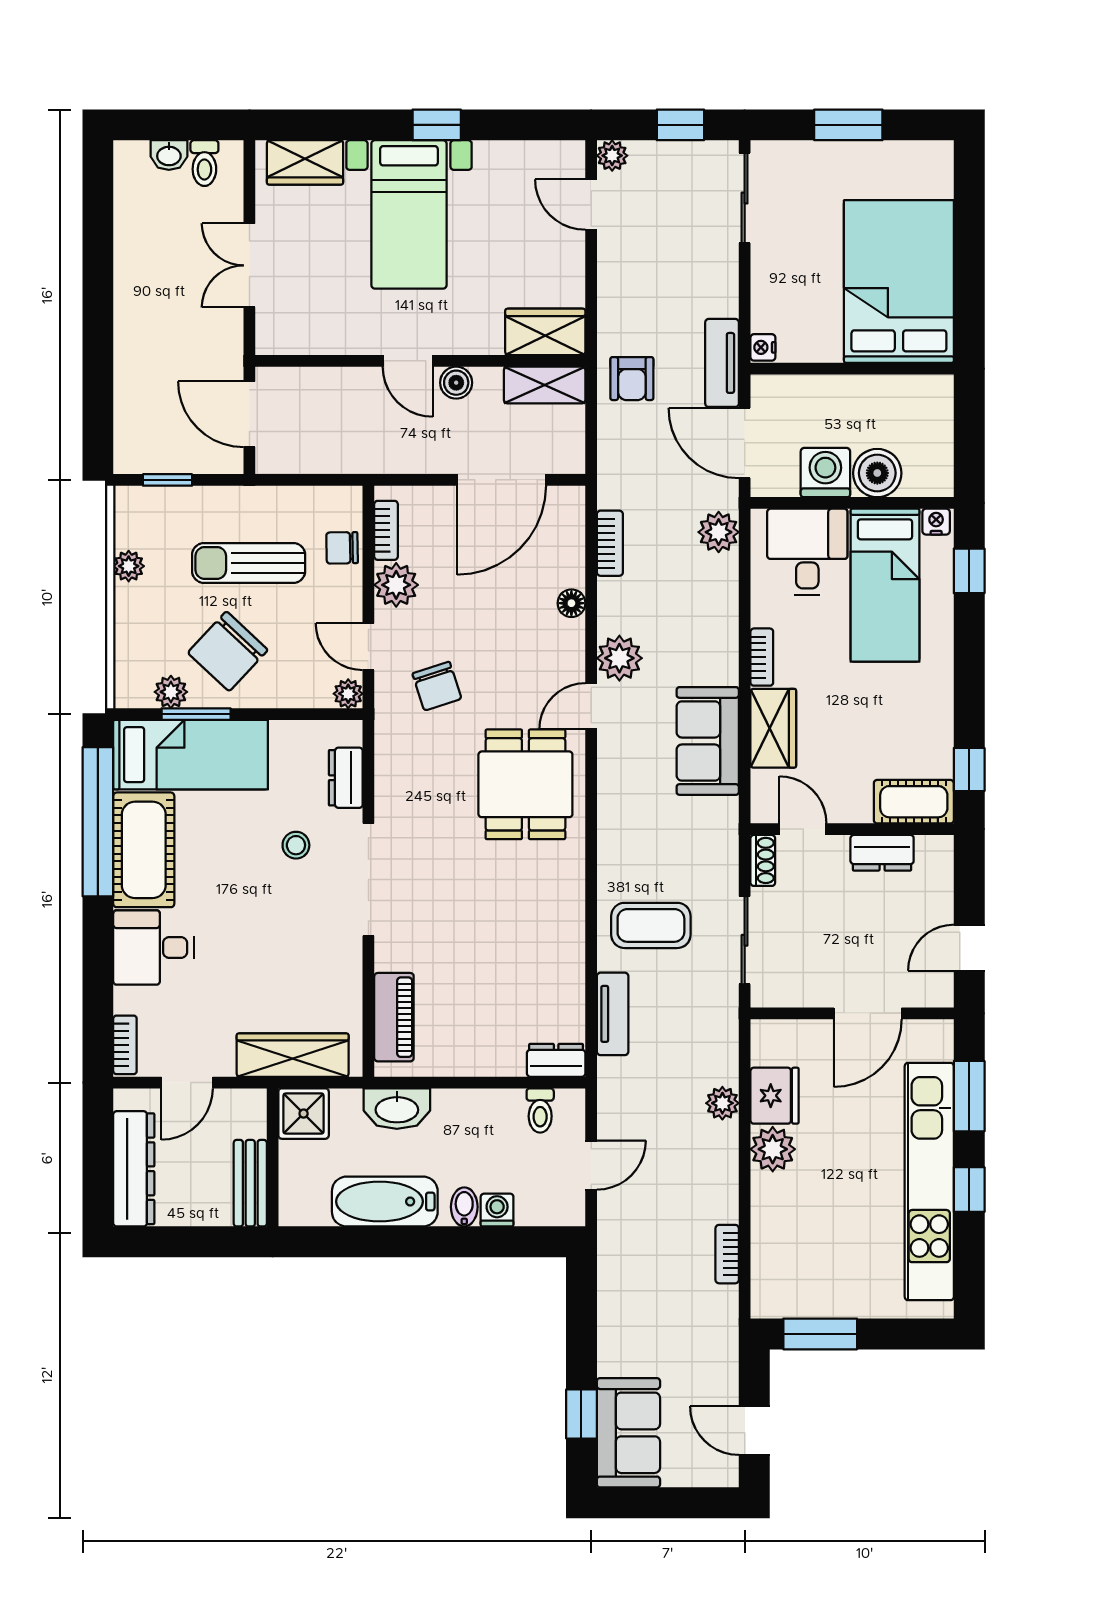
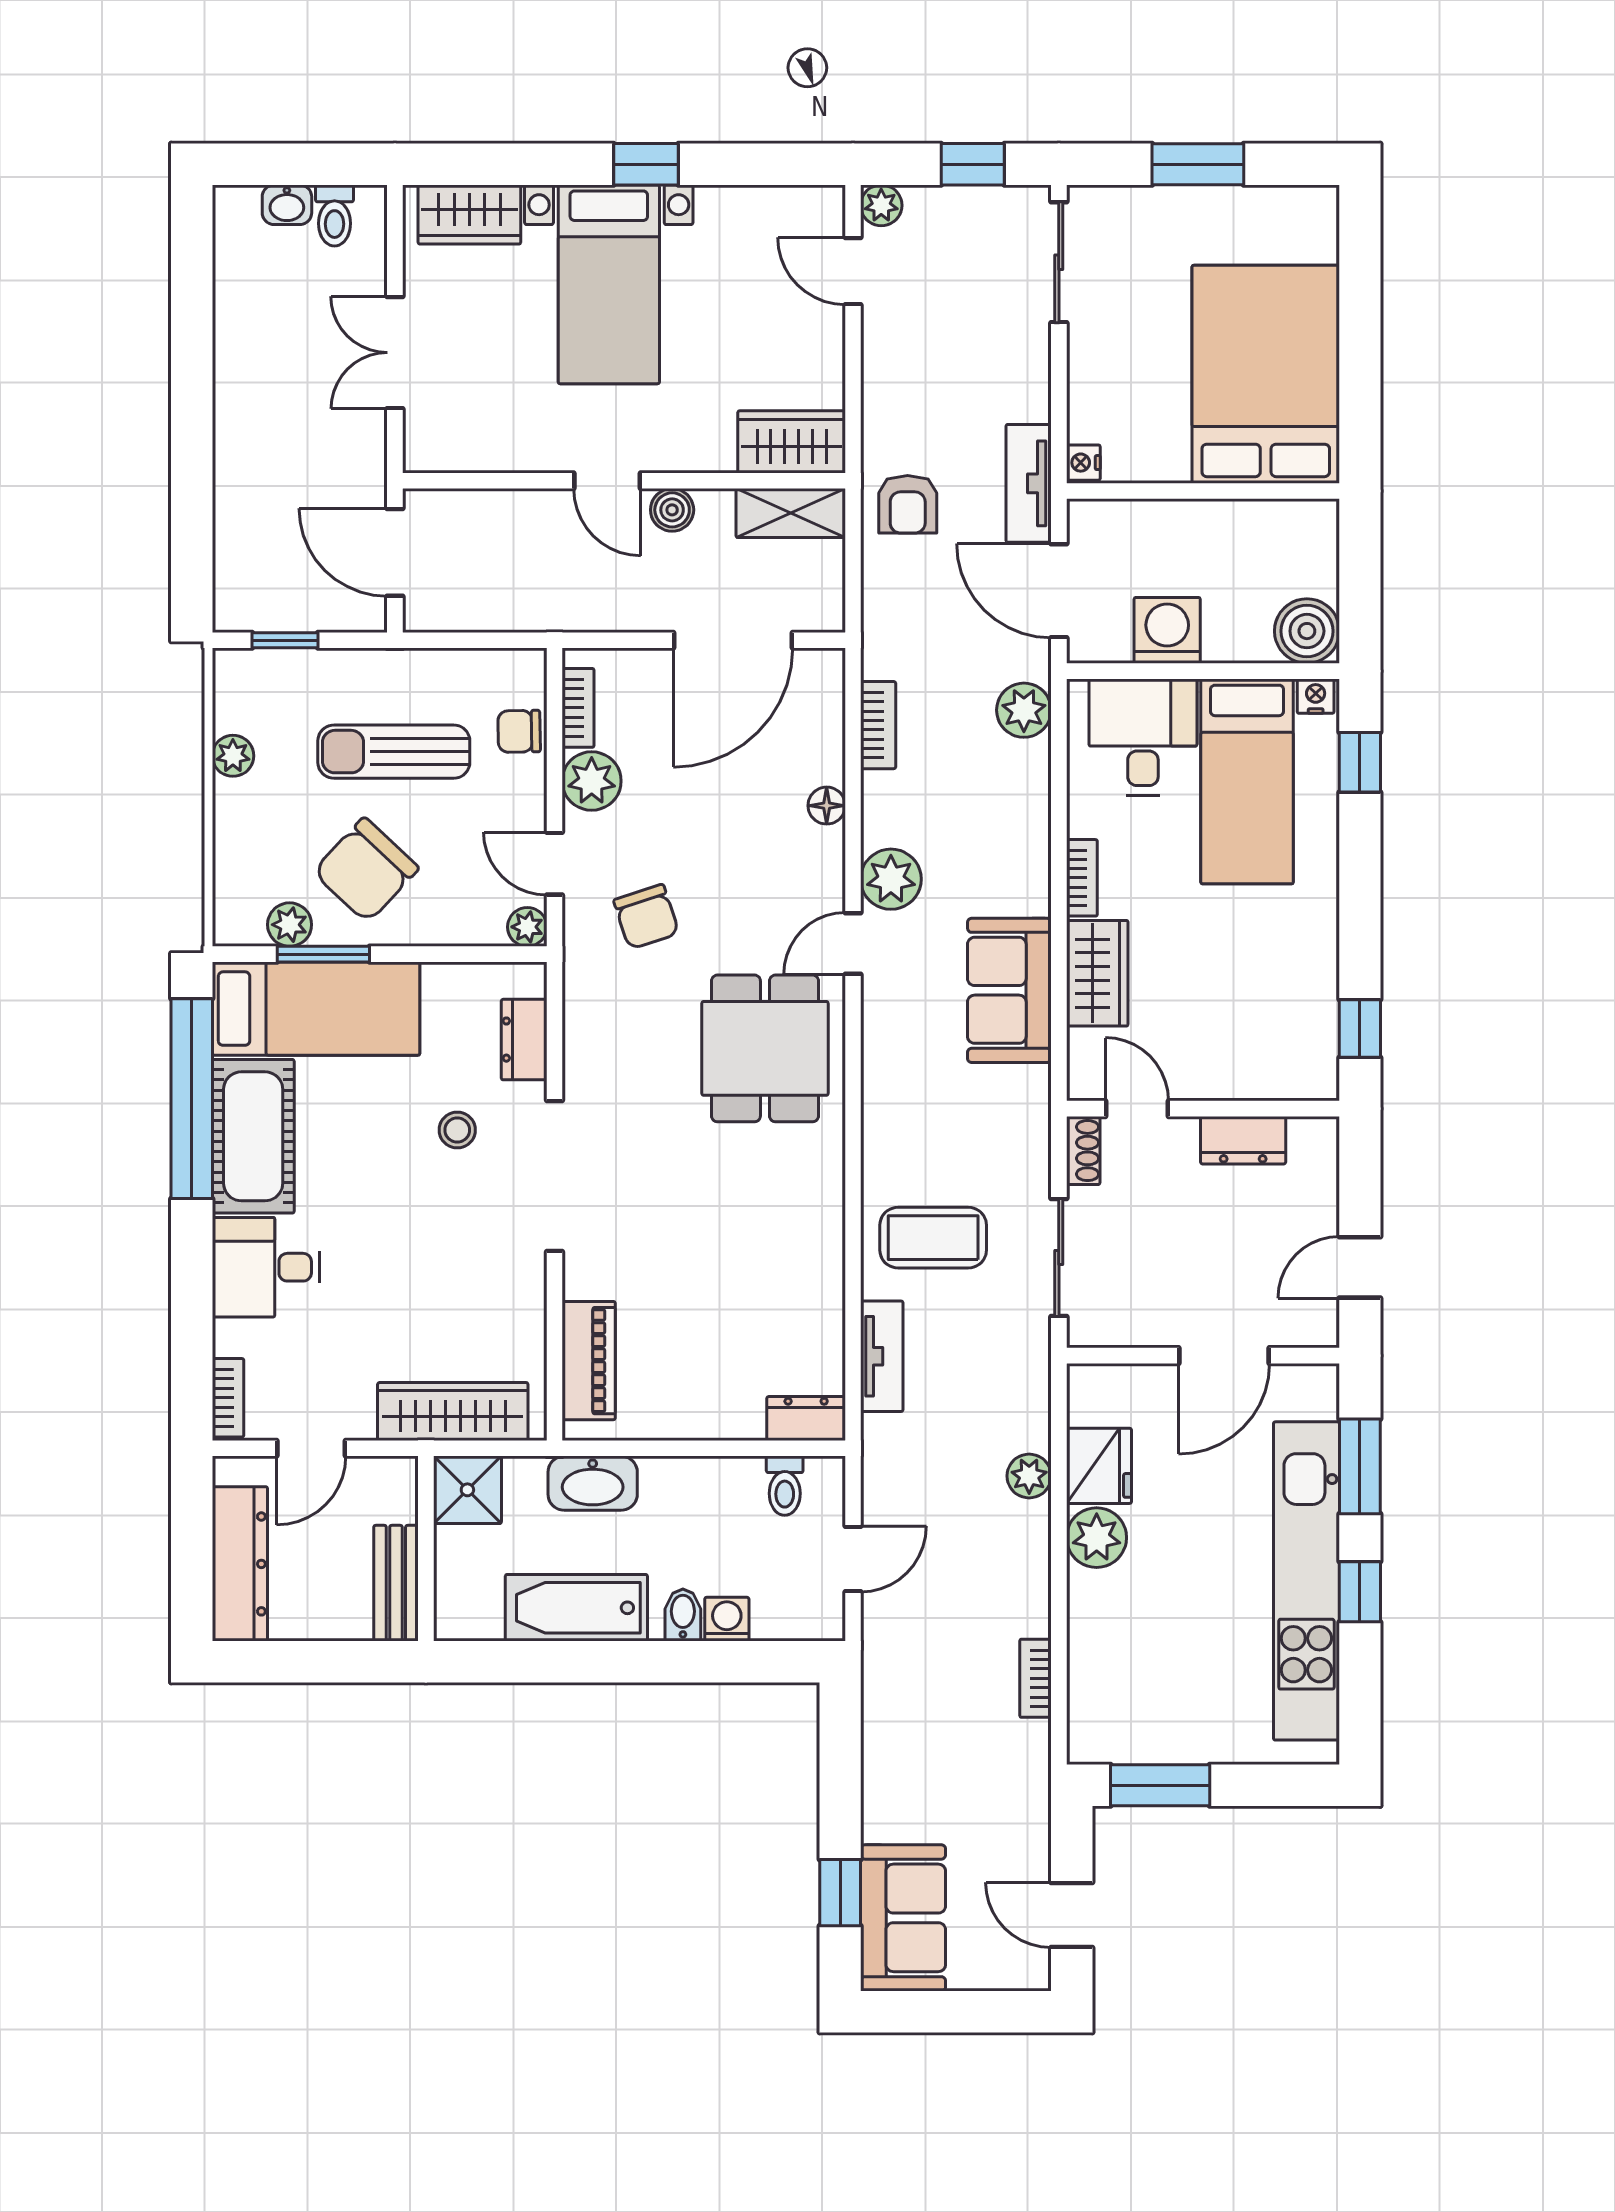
boiler: (877, 473) -> (1307, 631), moved
cot: (914, 802) -> (1286, 1072), removed

